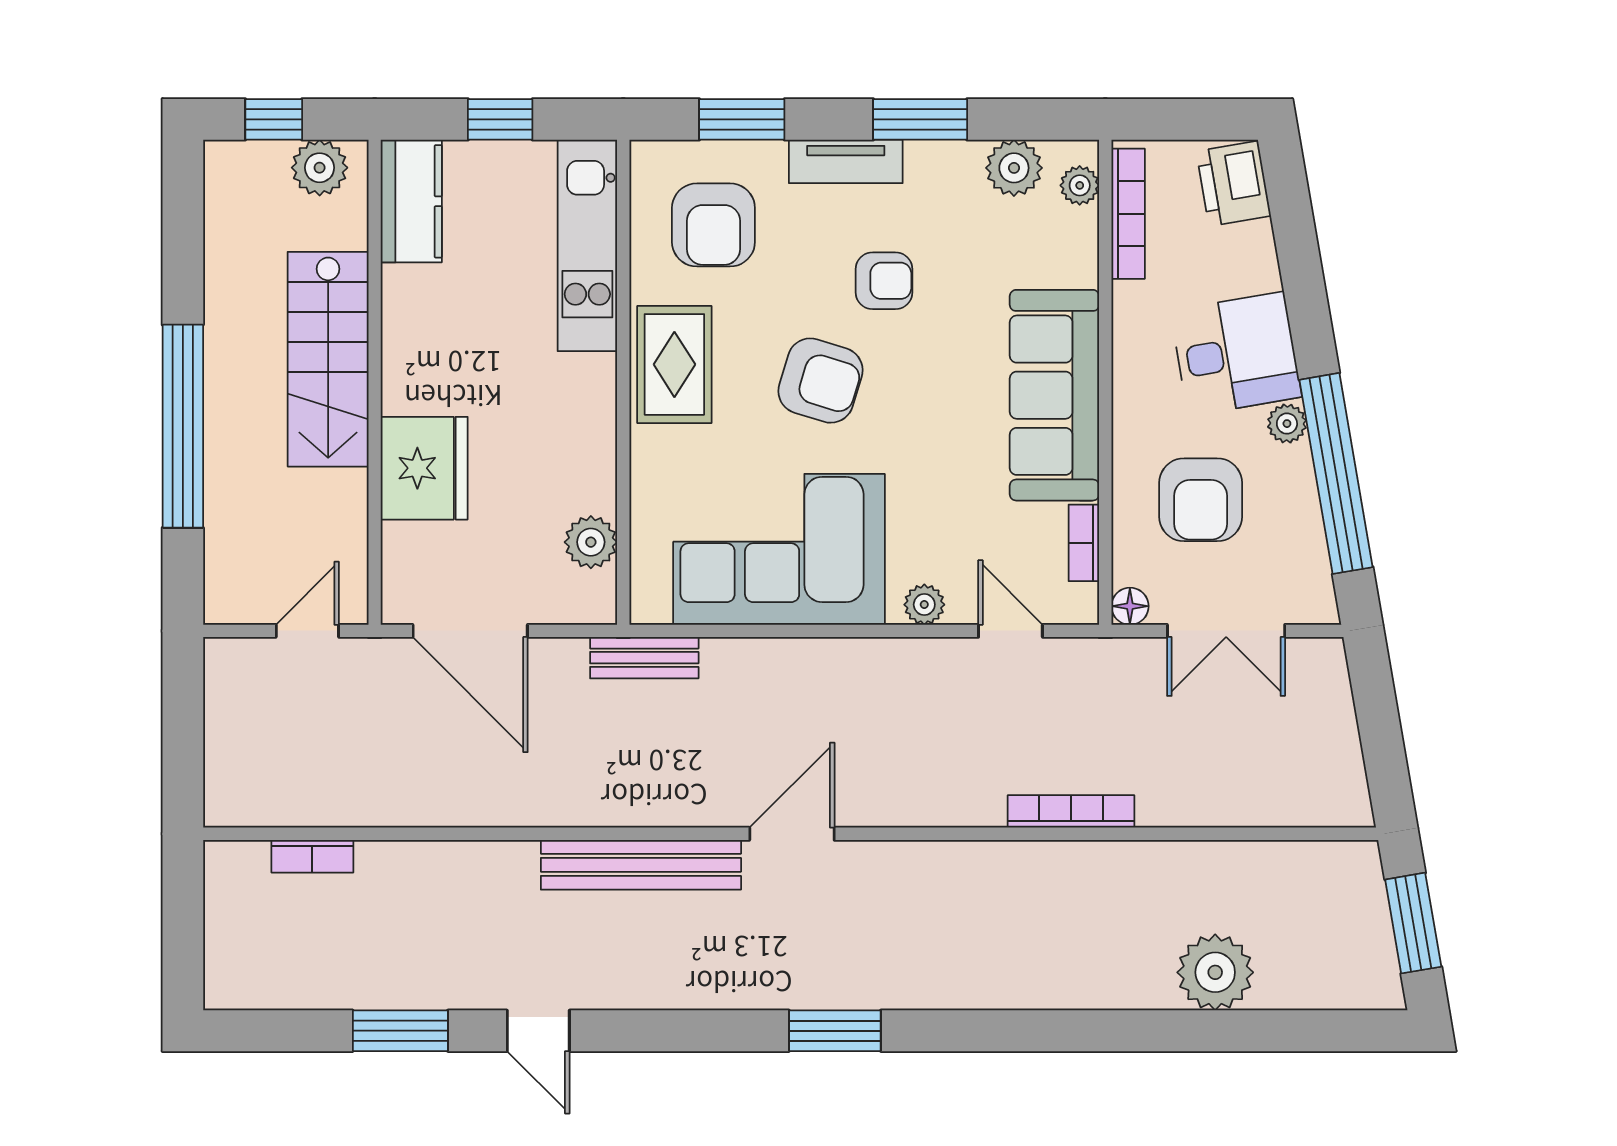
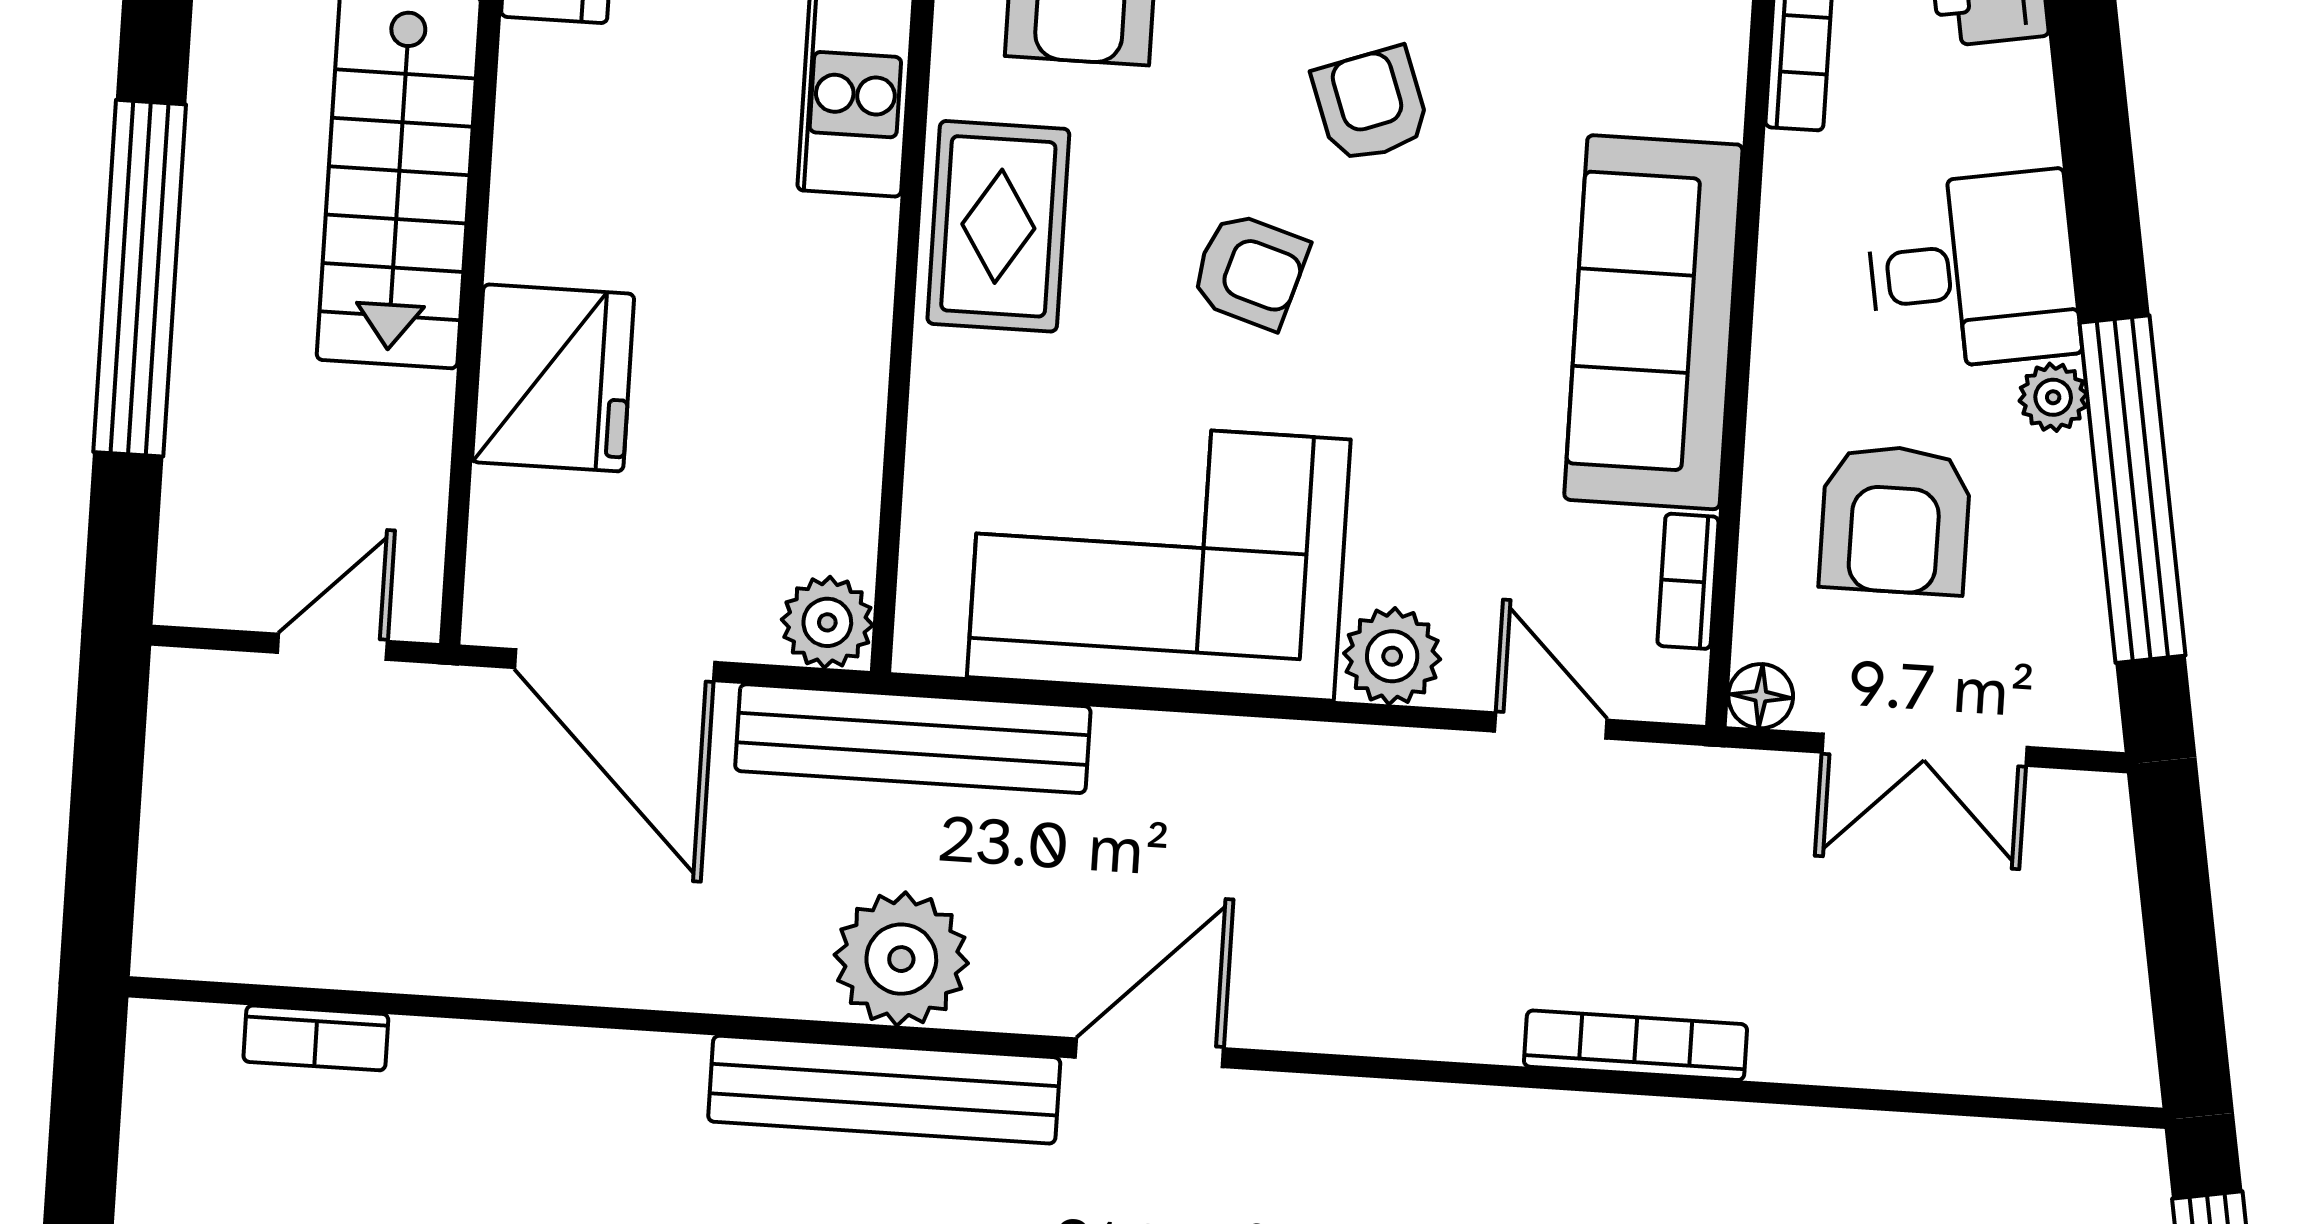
armchair: (884, 281) -> (1371, 105), turned -110
armchair: (820, 381) -> (1250, 271), width x0.72, depth x0.72
plant: (591, 542) -> (827, 622), moved
plant: (924, 605) -> (1392, 656), width x1.38, depth x1.38
bench: (644, 658) -> (913, 739), width x1.86, depth x1.21
plant: (646, 789) -> (901, 959), added

